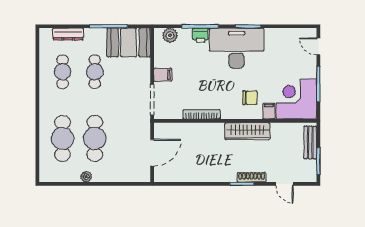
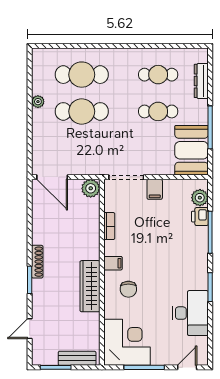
printer: (200, 35) -> (200, 217), moved
desk: (237, 48) -> (190, 313), moved, width x0.73, depth x0.77
filing cabinet: (269, 111) -> (113, 263), moved
bookcase: (202, 114) -> (109, 226), width x0.64
plant: (162, 131) -> (91, 188), added
door: (152, 153) -> (52, 177), moved
shoe rack: (252, 177) -> (37, 262), moved

